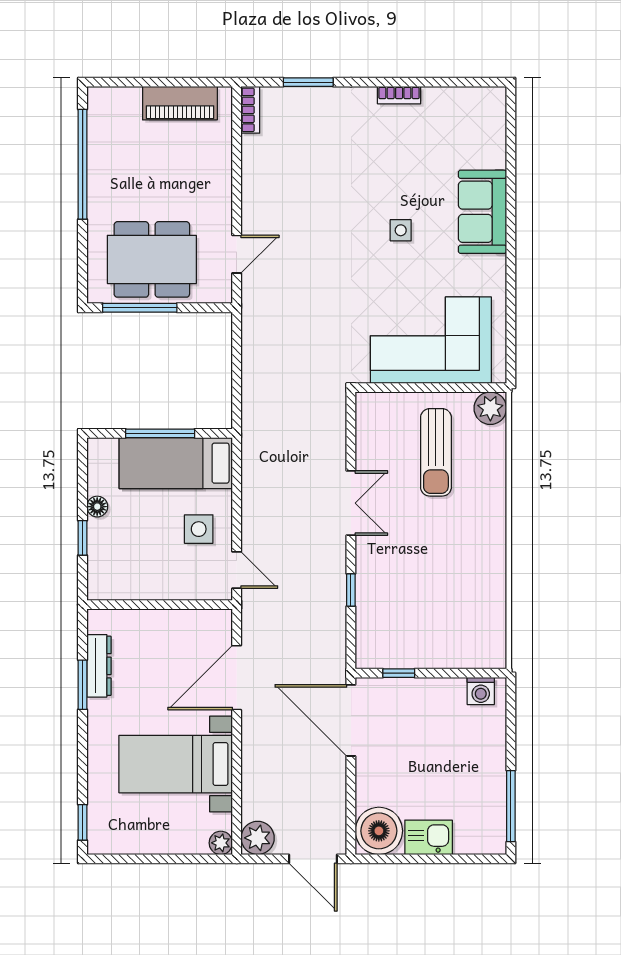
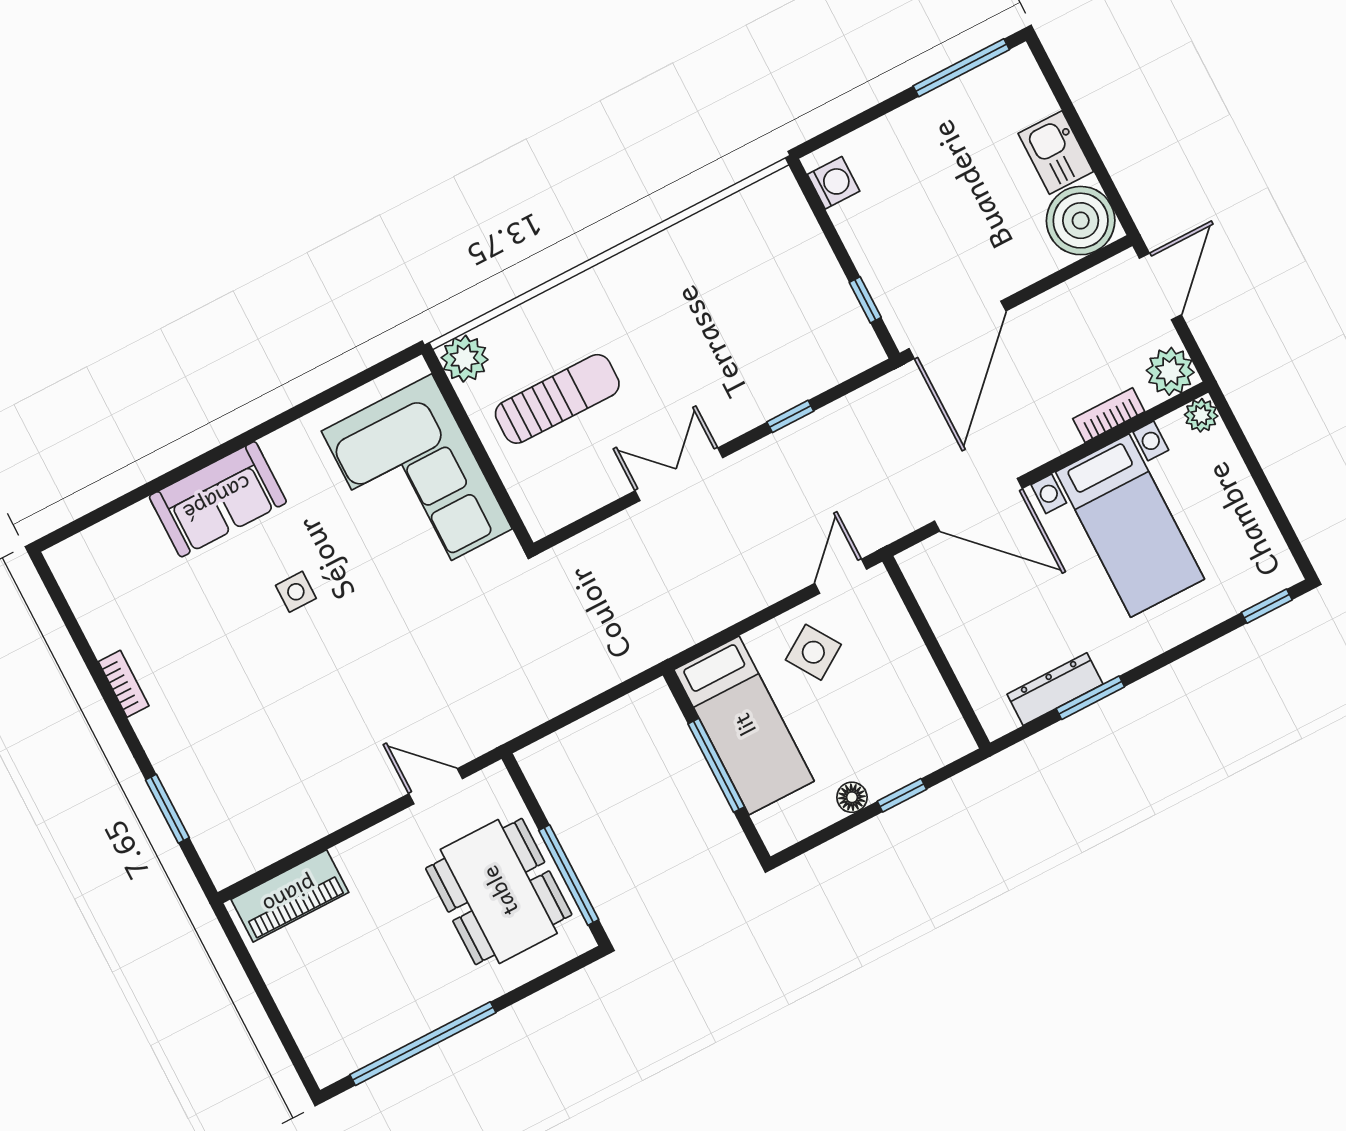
piano: (180, 103) -> (290, 896), moved, turned 90
bookcase: (250, 110) -> (1109, 415), moved
side table: (199, 529) -> (813, 652), turned -33

